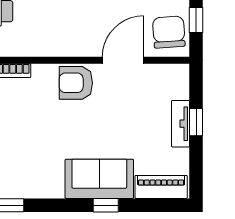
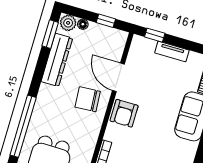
chair: (169, 32) -> (88, 99), moved
window: (196, 122) -> (155, 35), moved

